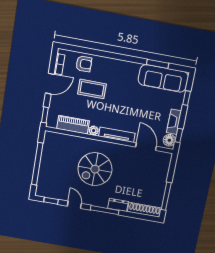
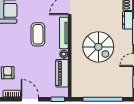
coffee table: (92, 89) -> (38, 34), moved

